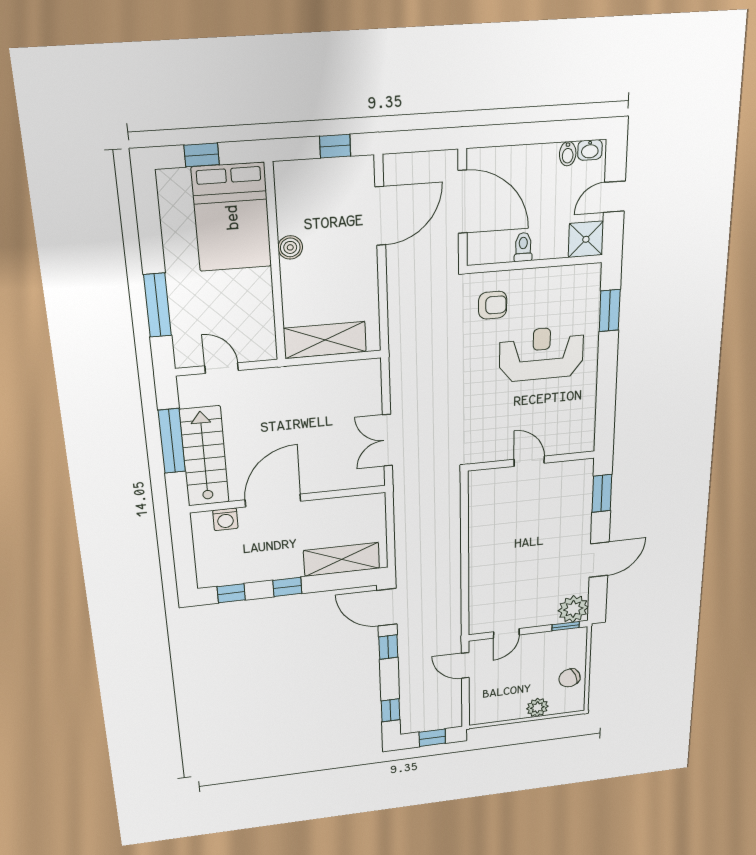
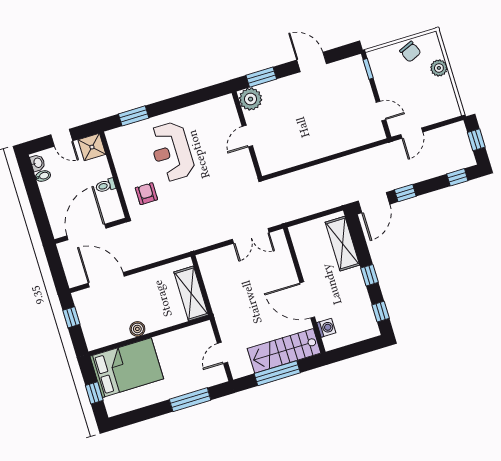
plant: (573, 609) -> (251, 99), moved

